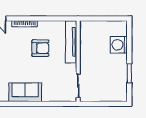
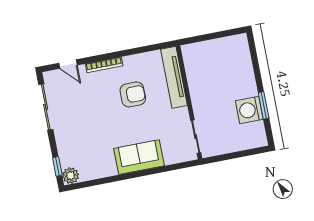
washing machine: (119, 45) -> (249, 110), moved
sofa: (25, 92) -> (139, 157), moved

